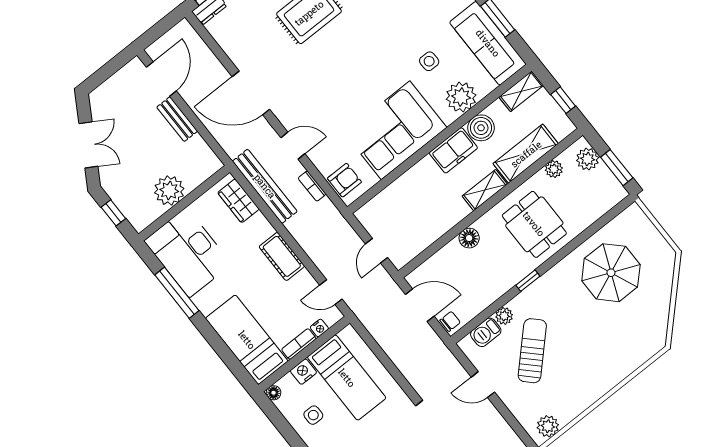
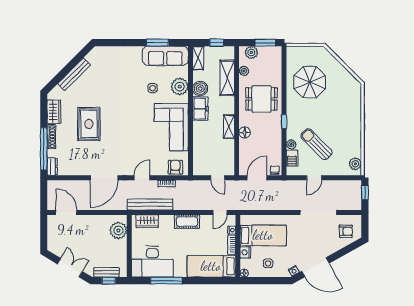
bench: (177, 119) -> (106, 272), moved
shelving: (485, 190) -> (229, 127), moved
plant: (169, 191) -> (118, 230), moved

